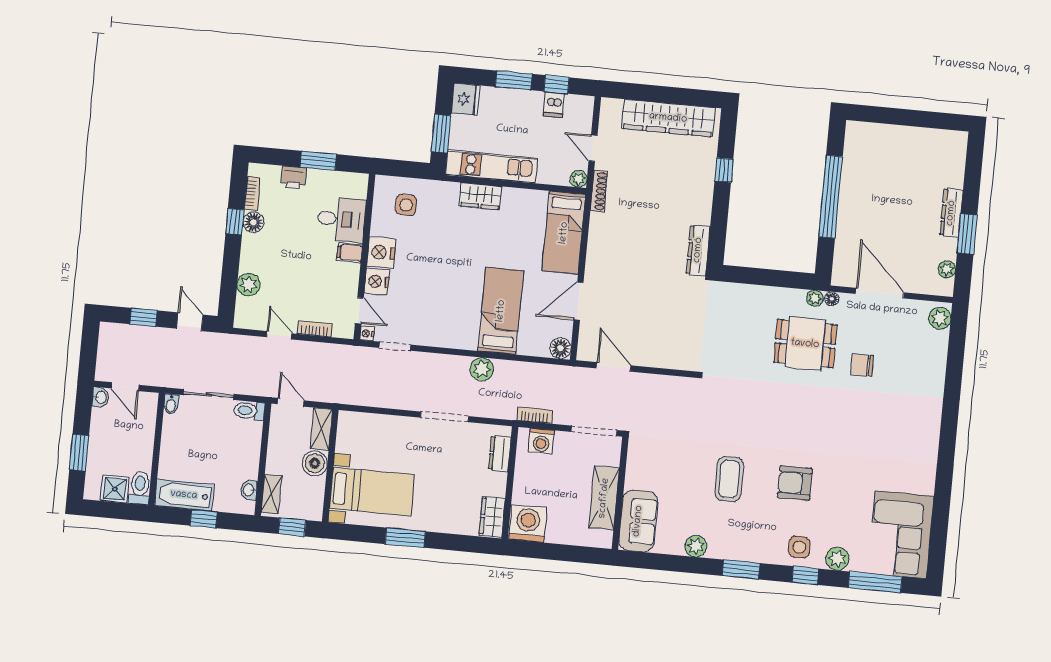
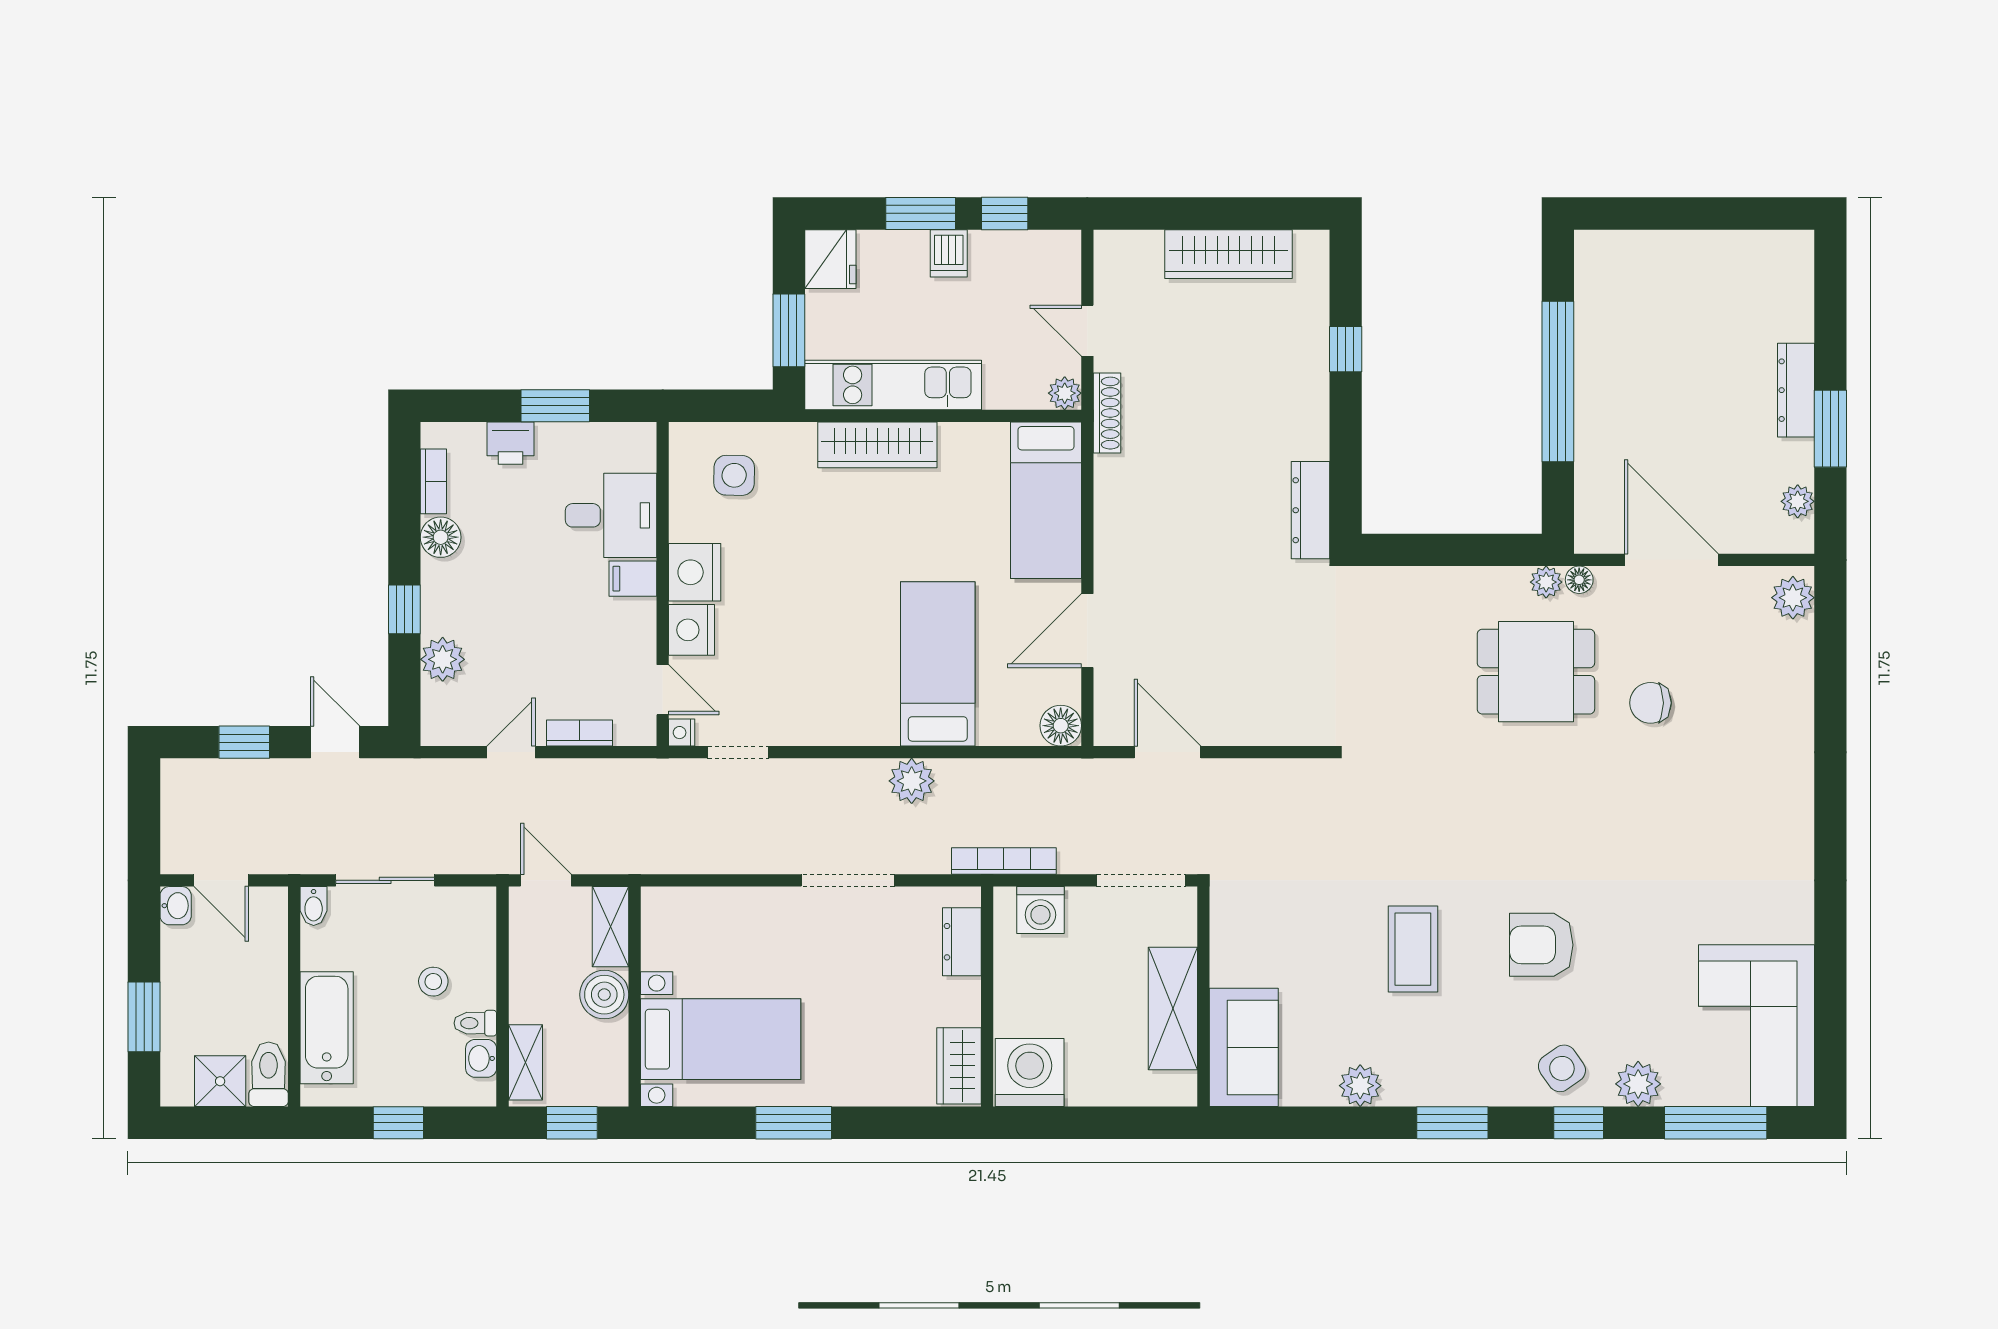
dishwasher: (554, 105) -> (949, 253), moved
wardrobe: (668, 118) -> (1228, 254), width x0.71, depth x0.85
wardrobe: (481, 196) -> (877, 445), width x1.50
window: (235, 222) -> (404, 609), moved
door: (279, 335) -> (511, 752), hinge flipped
toilet: (249, 411) -> (475, 1023), moved, width x0.73, depth x0.72
bookcase: (535, 415) -> (1004, 861), width x1.56
stool: (228, 448) -> (433, 982), added
bathtub: (184, 495) -> (327, 1028), moved, turned 90
side table: (799, 547) -> (1562, 1068), turned -35

